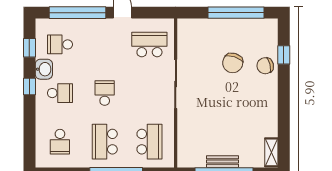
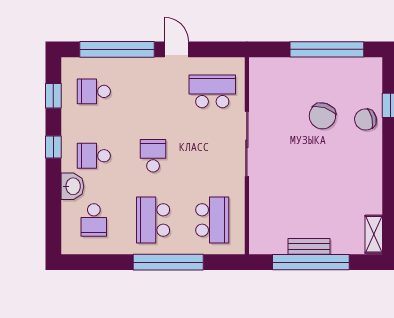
washbasin: (44, 69) -> (72, 186), moved
school desk: (60, 93) -> (94, 156), turned 180

